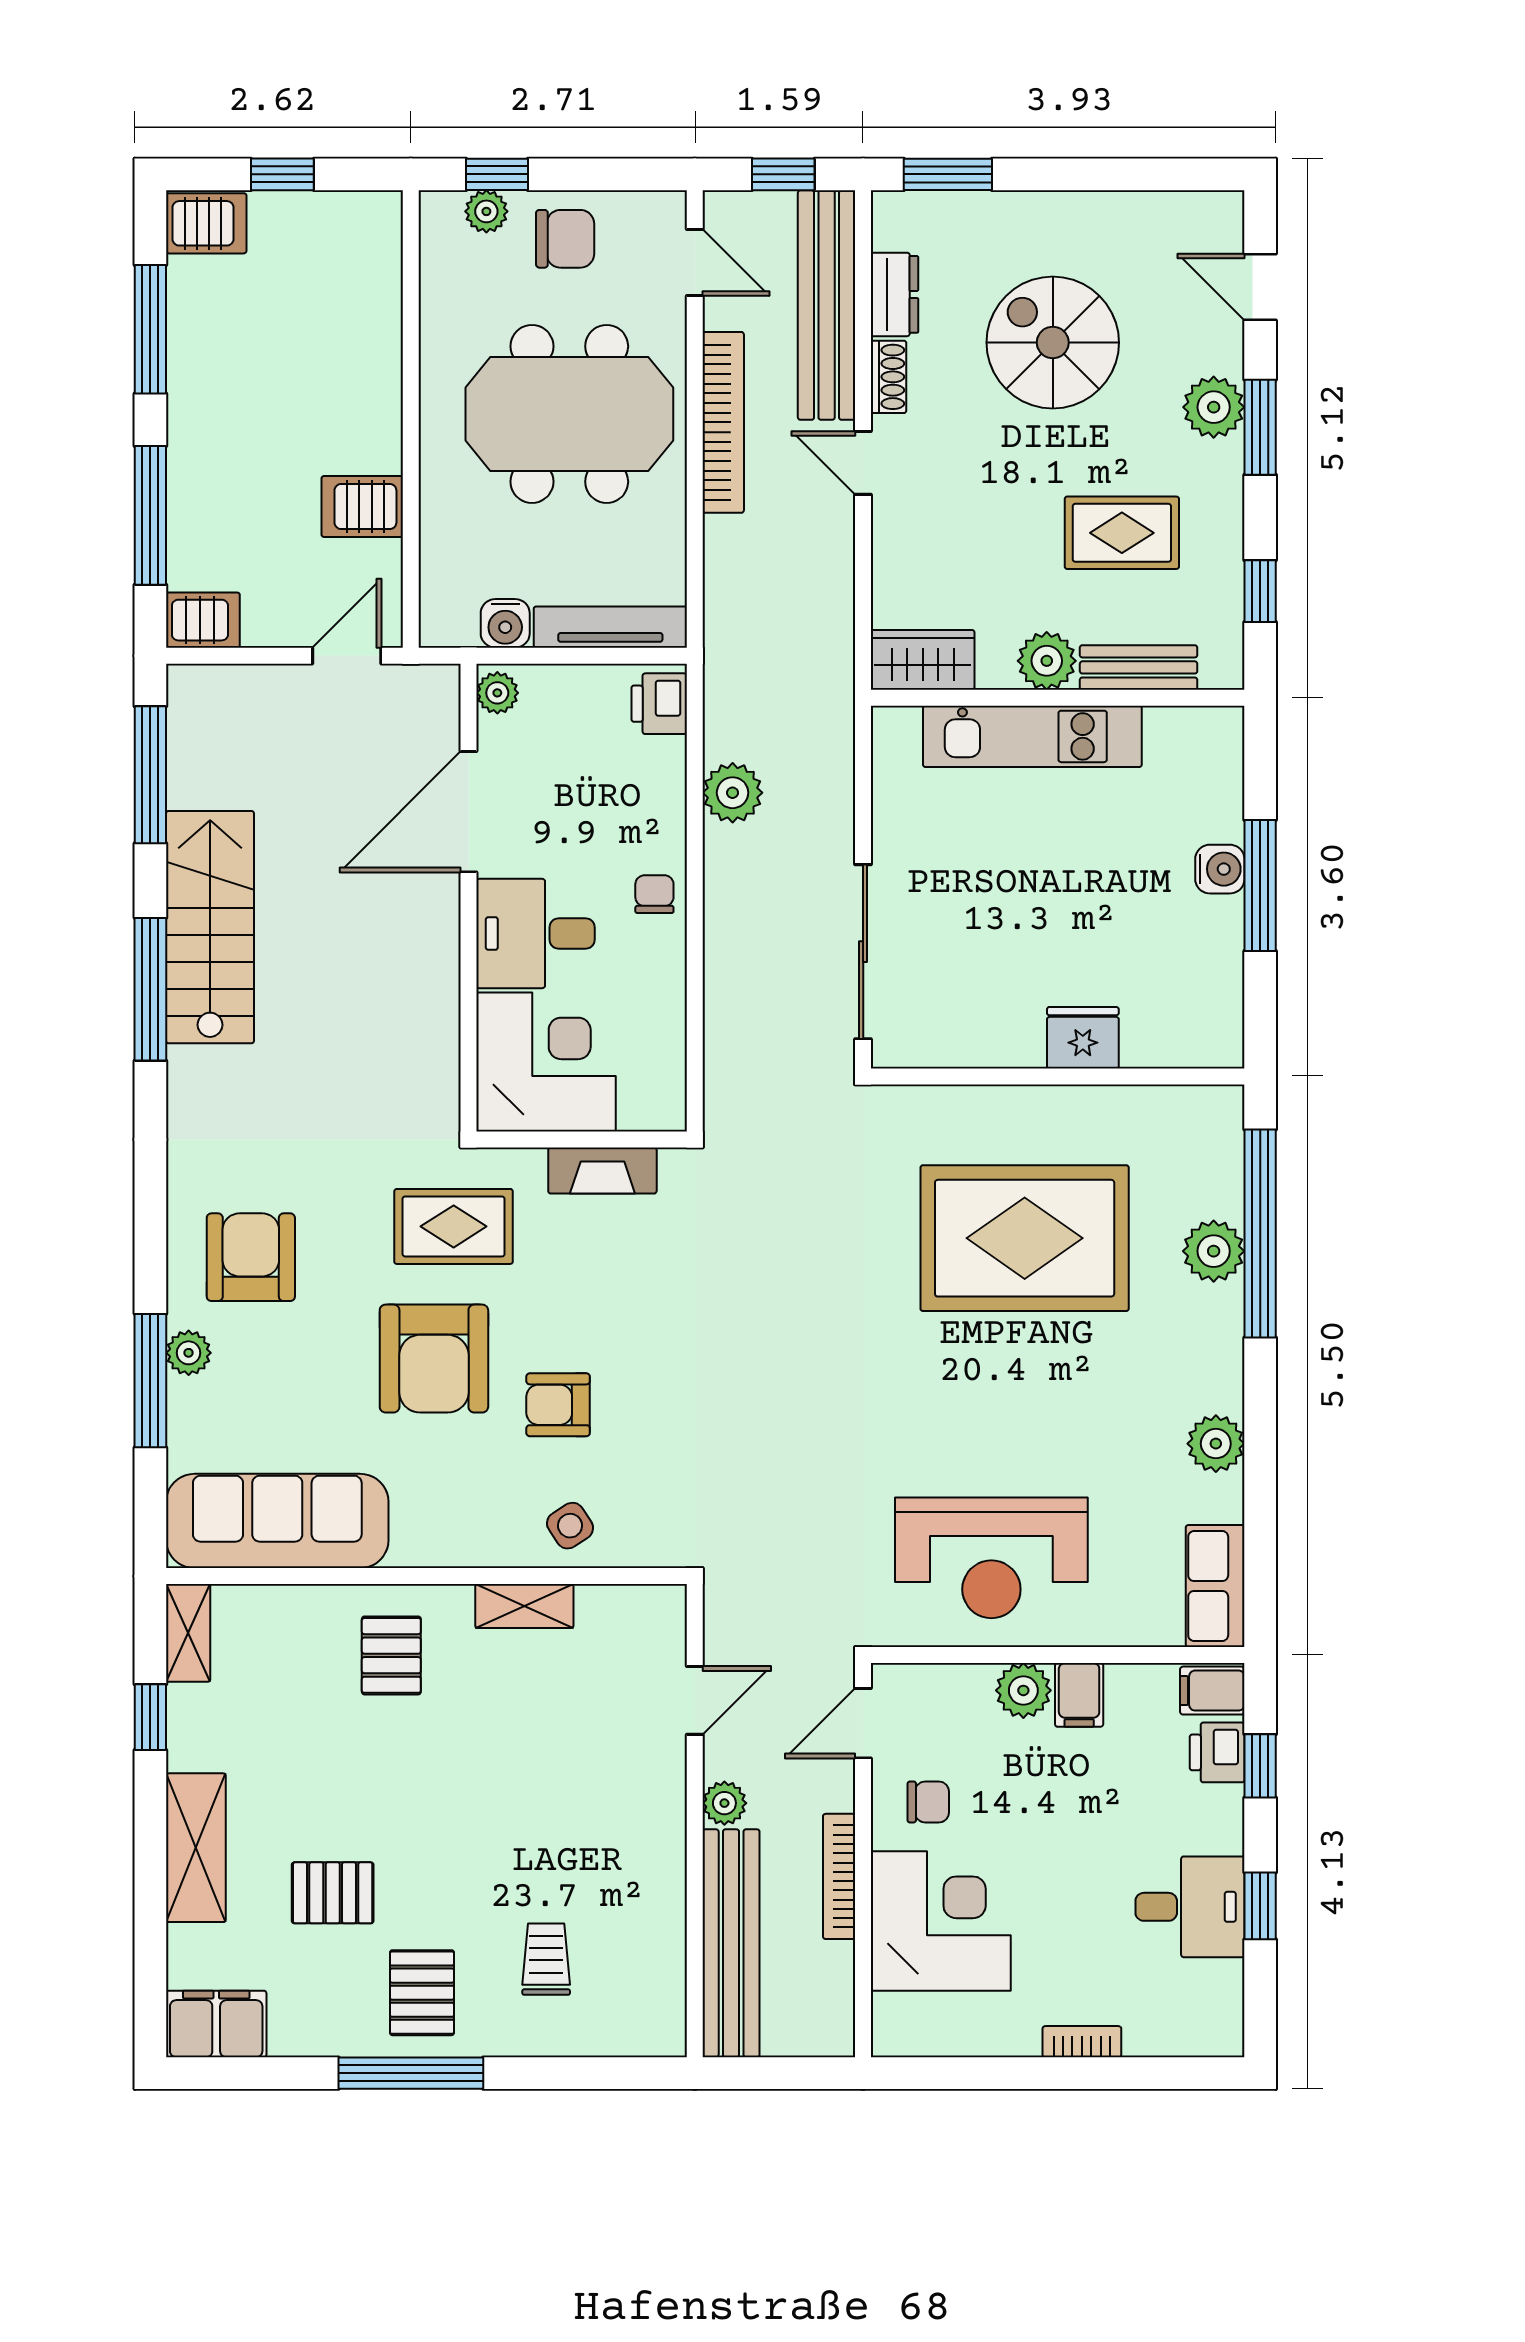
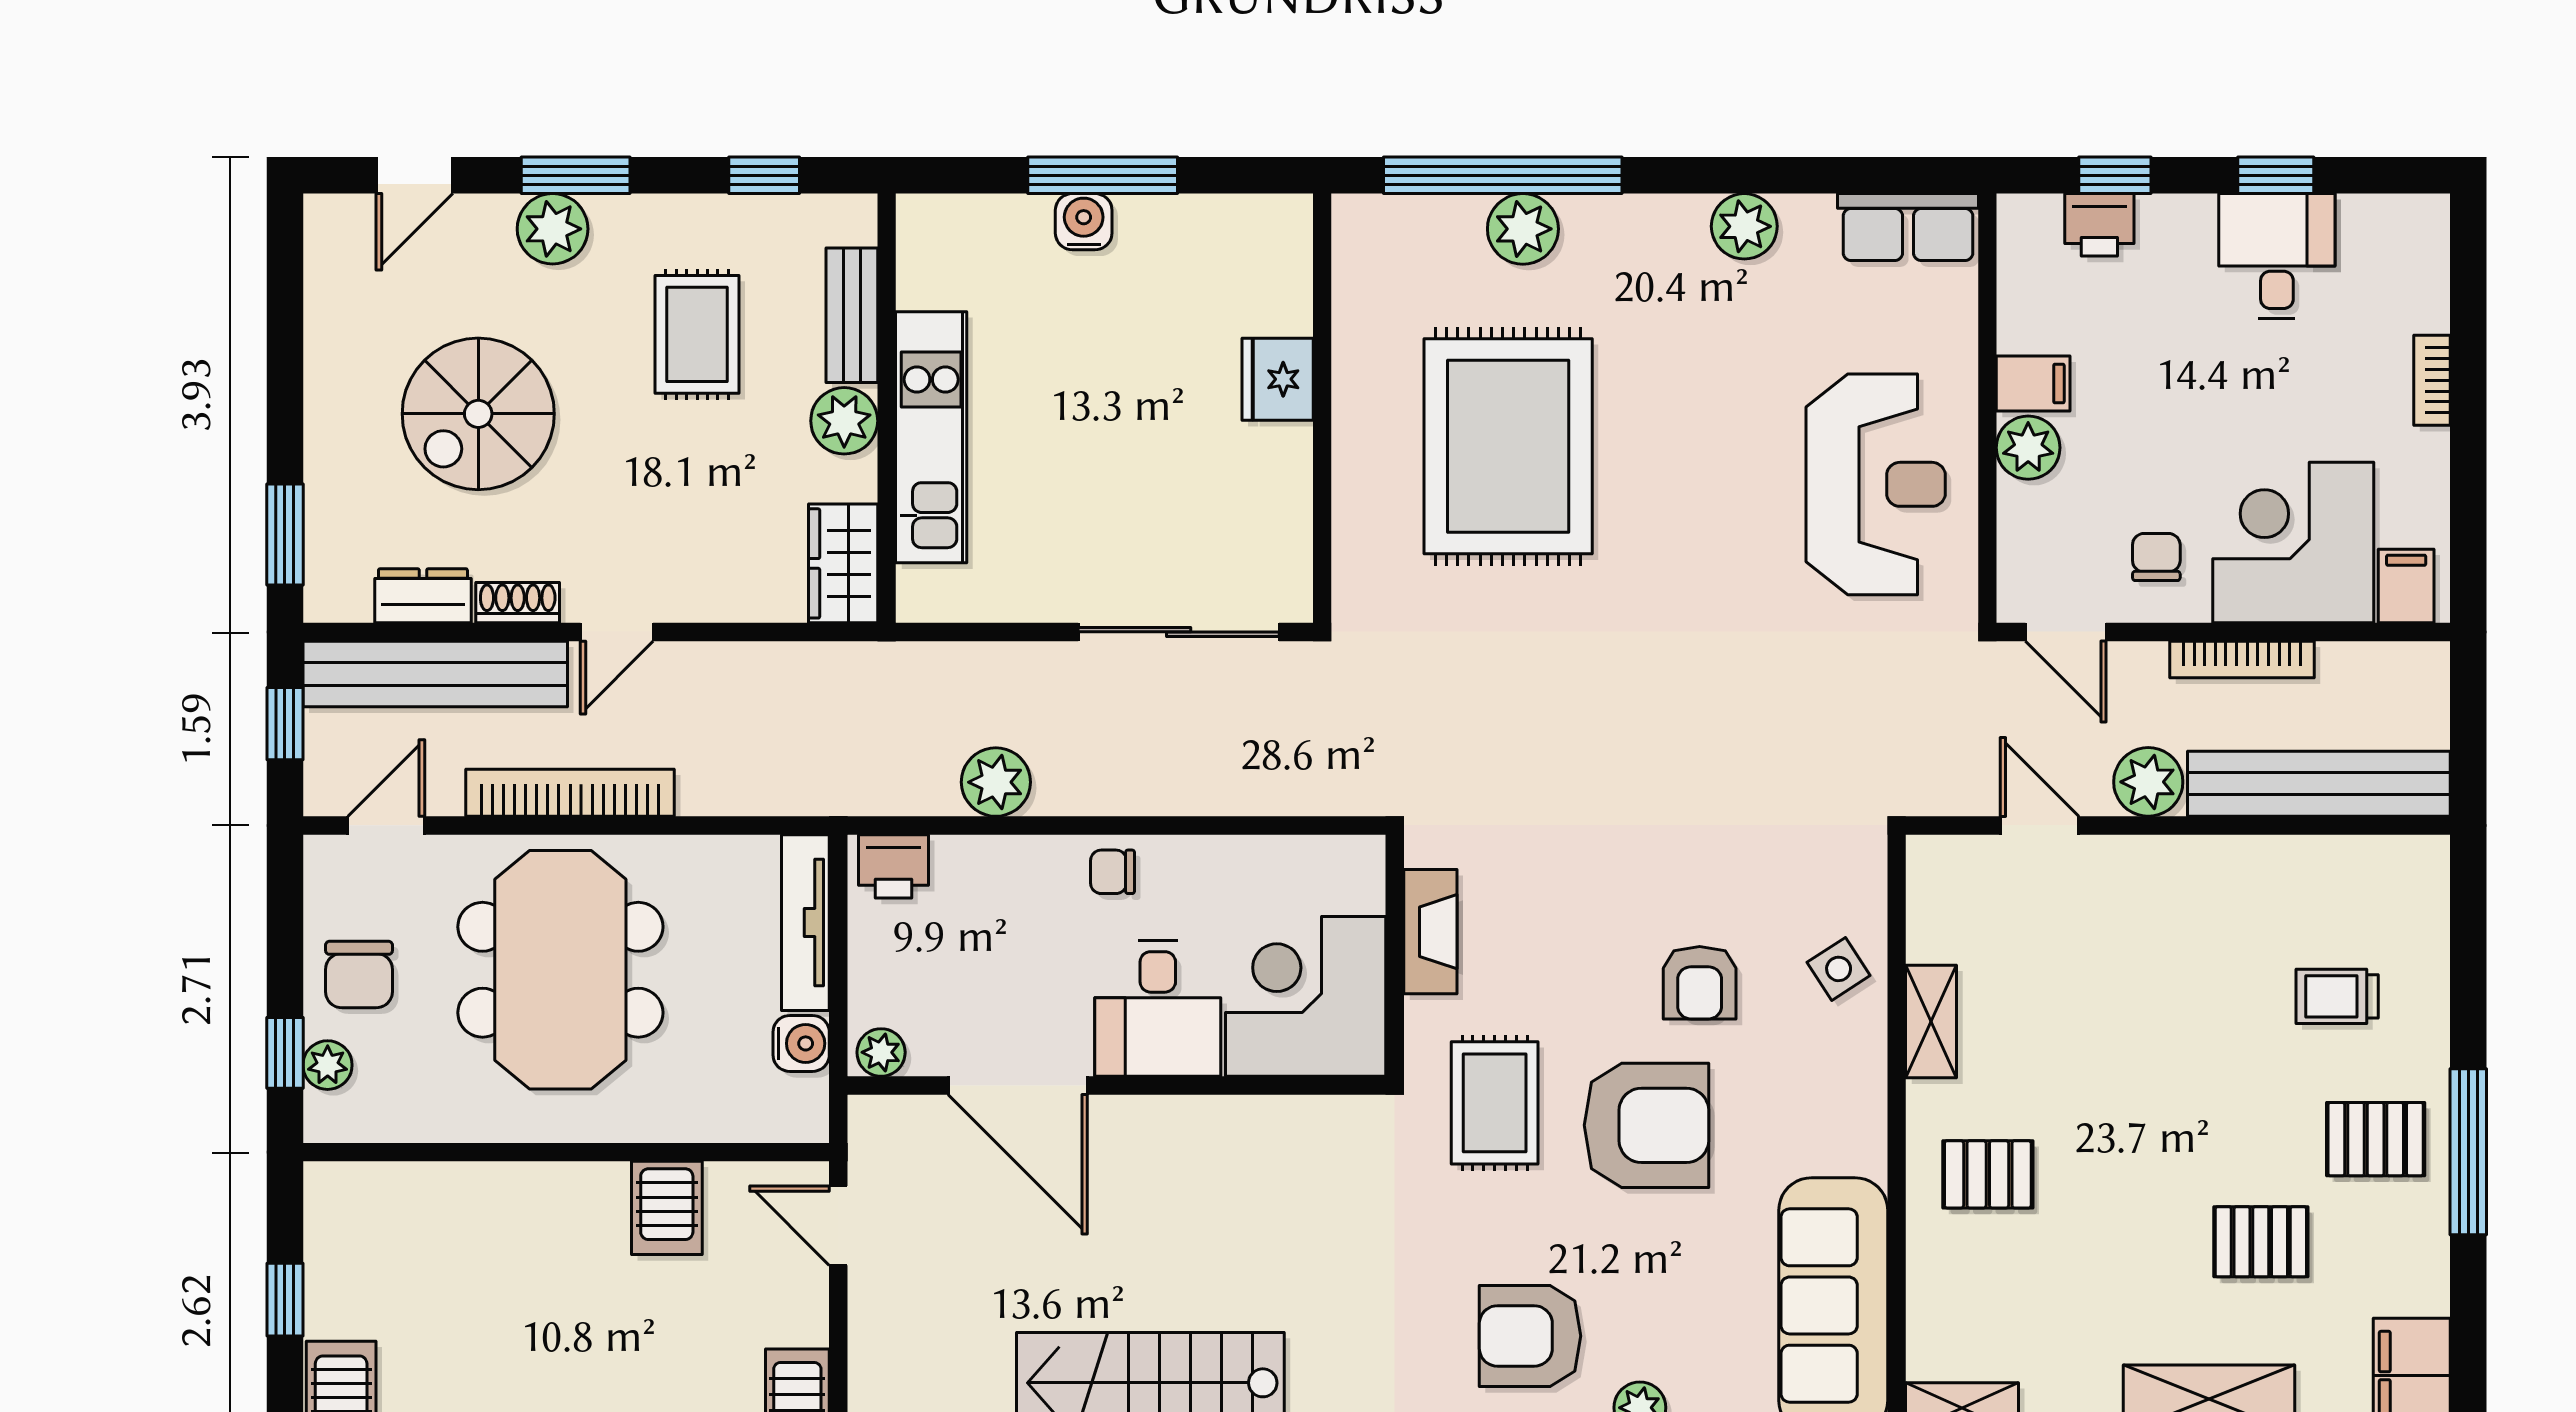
chair: (565, 239) -> (359, 975), turned 180
filing cabinet: (1212, 1691) -> (2406, 586), moved, turned 180
plant: (724, 1803) -> (2148, 782), width x1.38, depth x1.38
pallet: (333, 1893) -> (2261, 1242), turned 90

